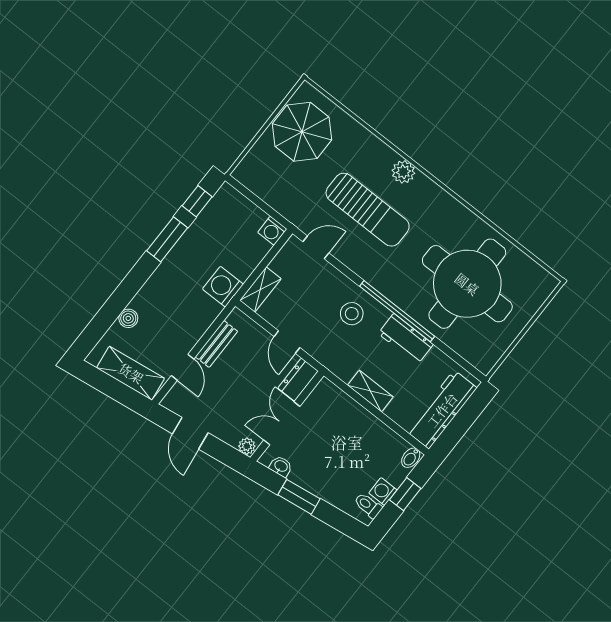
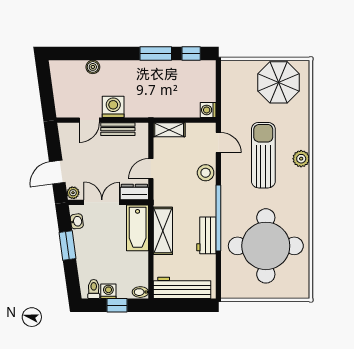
sun lounger: (368, 210) -> (263, 155), turned 180
washing machine: (223, 287) -> (113, 107), moved
stool: (352, 314) -> (206, 173), moved
shelving: (131, 373) -> (62, 93), removed
shelving: (370, 391) -> (163, 231), width x1.50, depth x1.33
bathtub: (339, 407) -> (138, 228), added
door: (190, 433) -> (57, 172), moved

